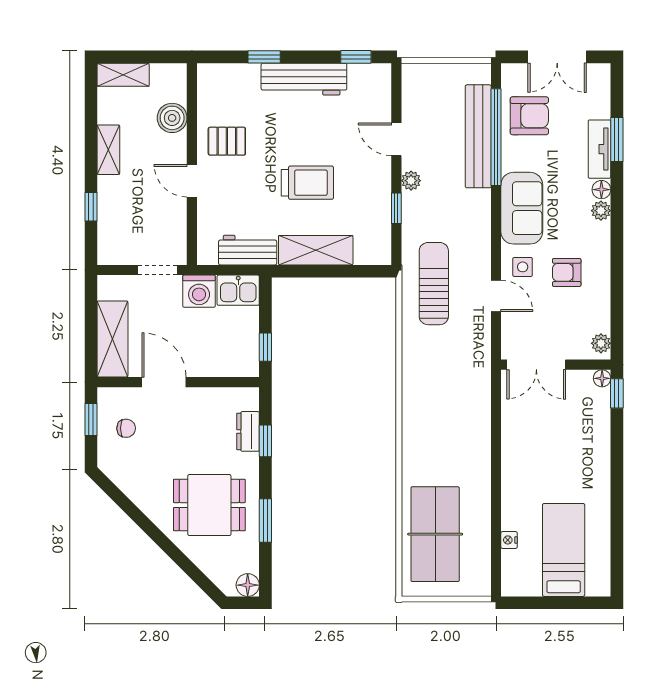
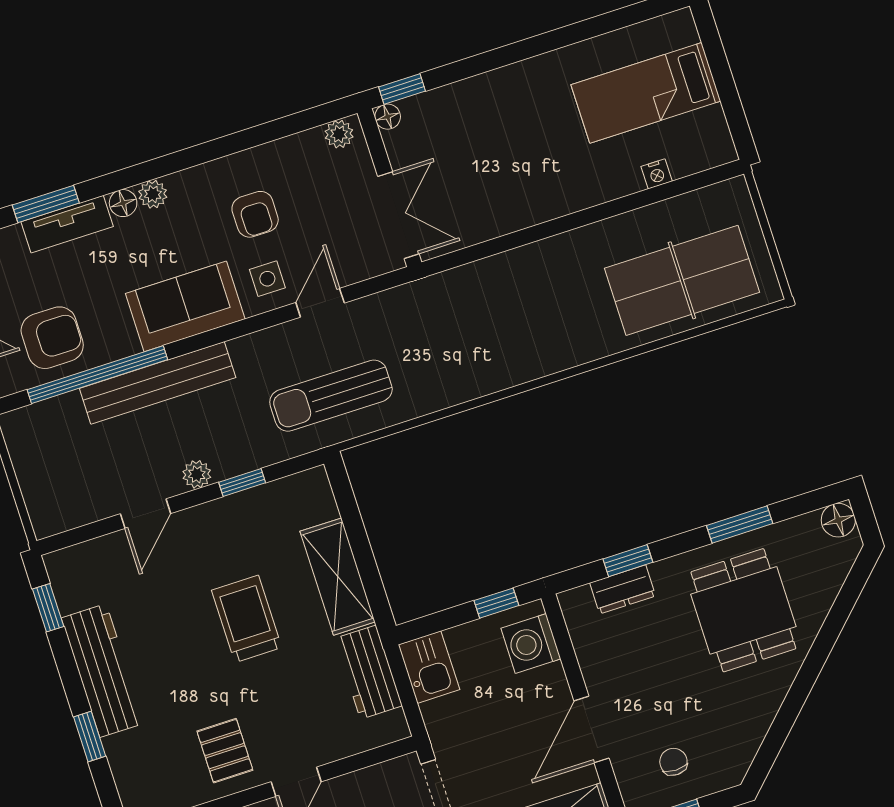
armchair: (529, 116) -> (52, 338), turned 90
bench: (478, 136) -> (158, 383), moved
washing machine: (199, 291) -> (531, 644), moved, turned 180

